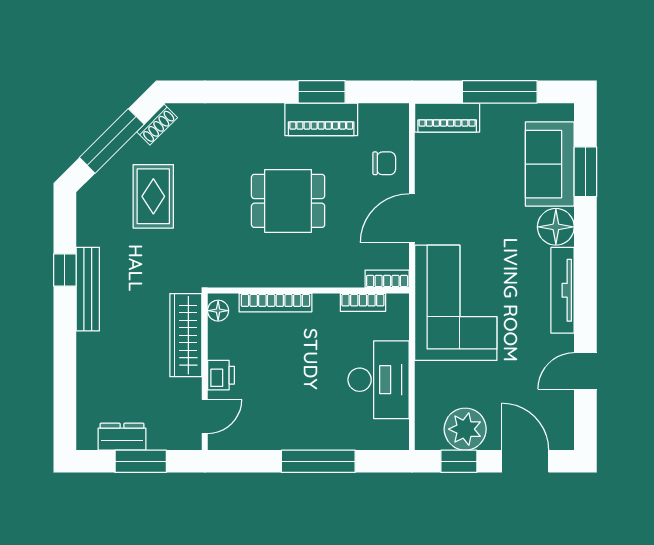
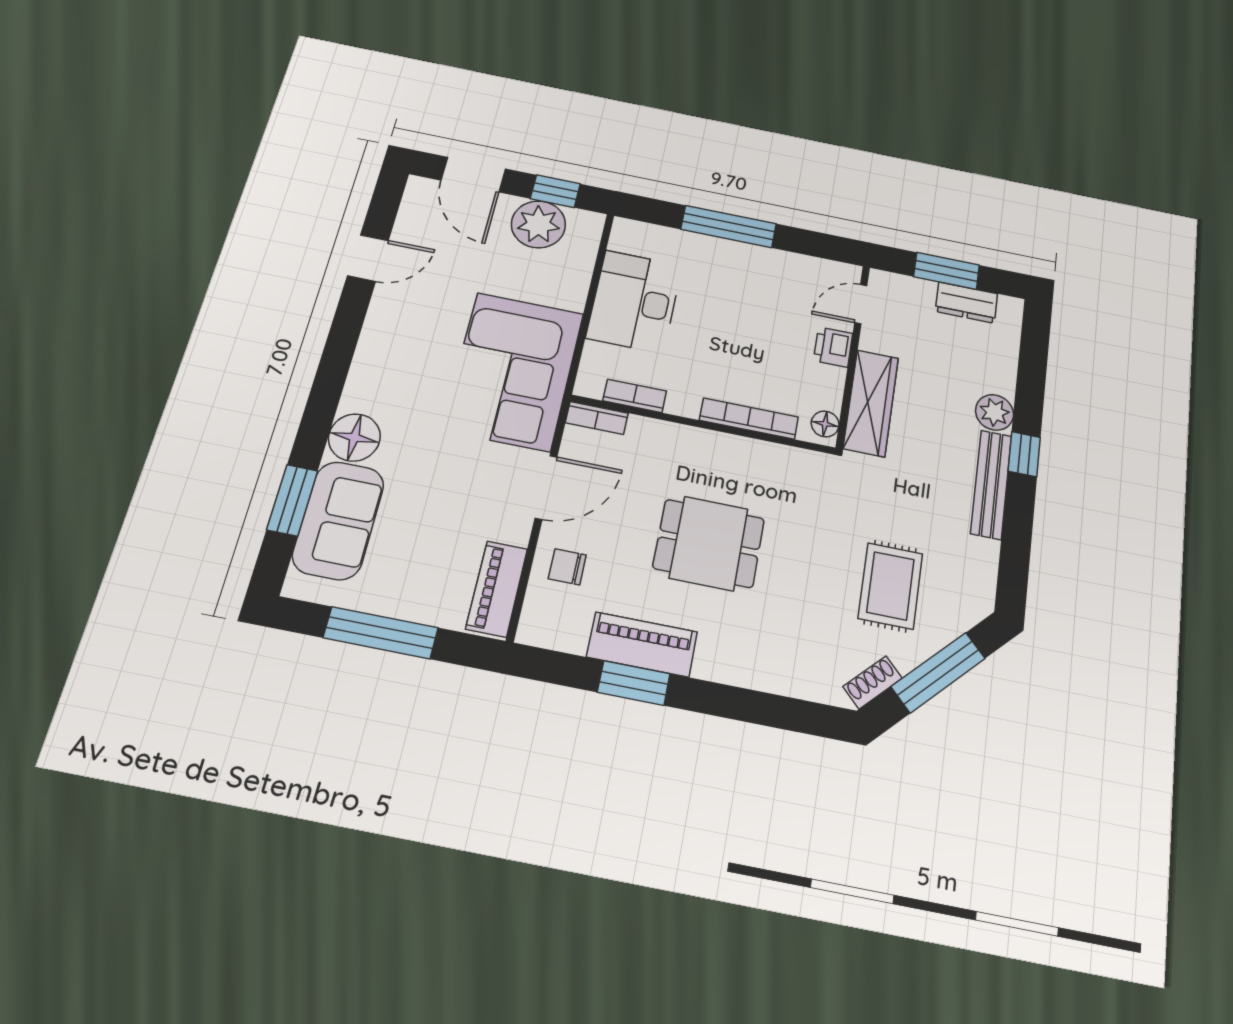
piano: (447, 118) -> (497, 589), moved, turned -90
window: (65, 270) -> (1024, 454), moved
tv unit: (563, 290) -> (369, 358), removed
plant: (91, 348) -> (995, 412), added

